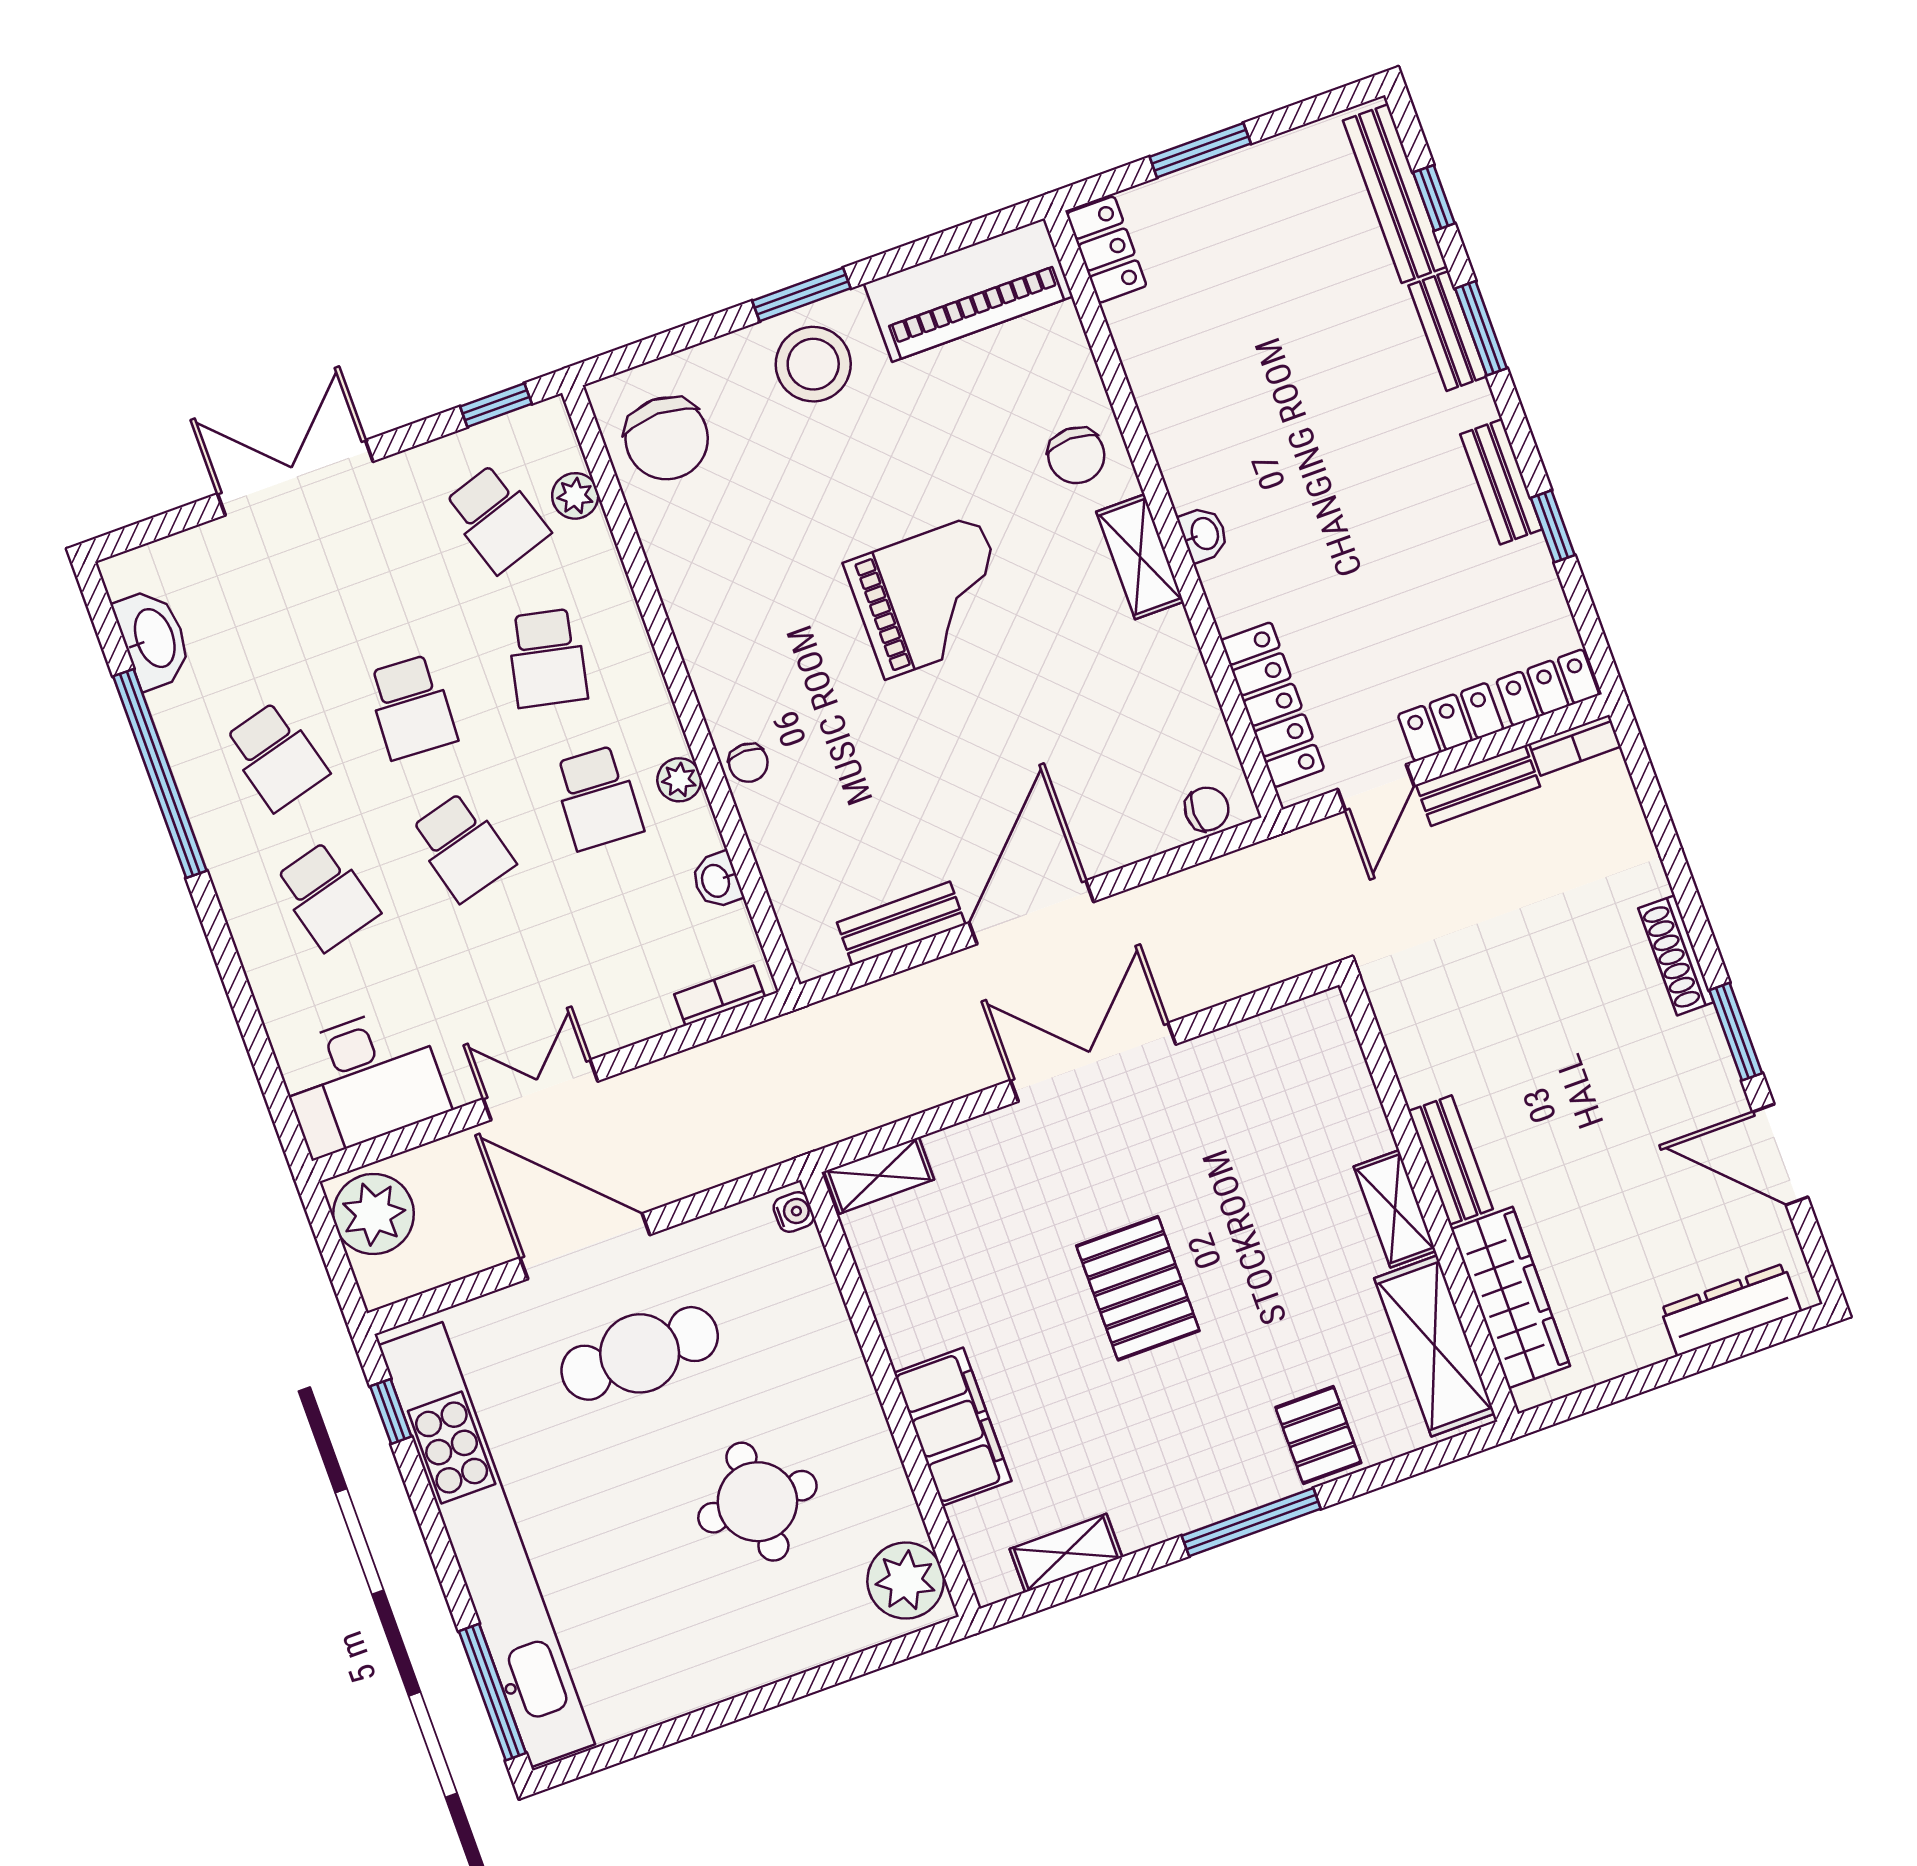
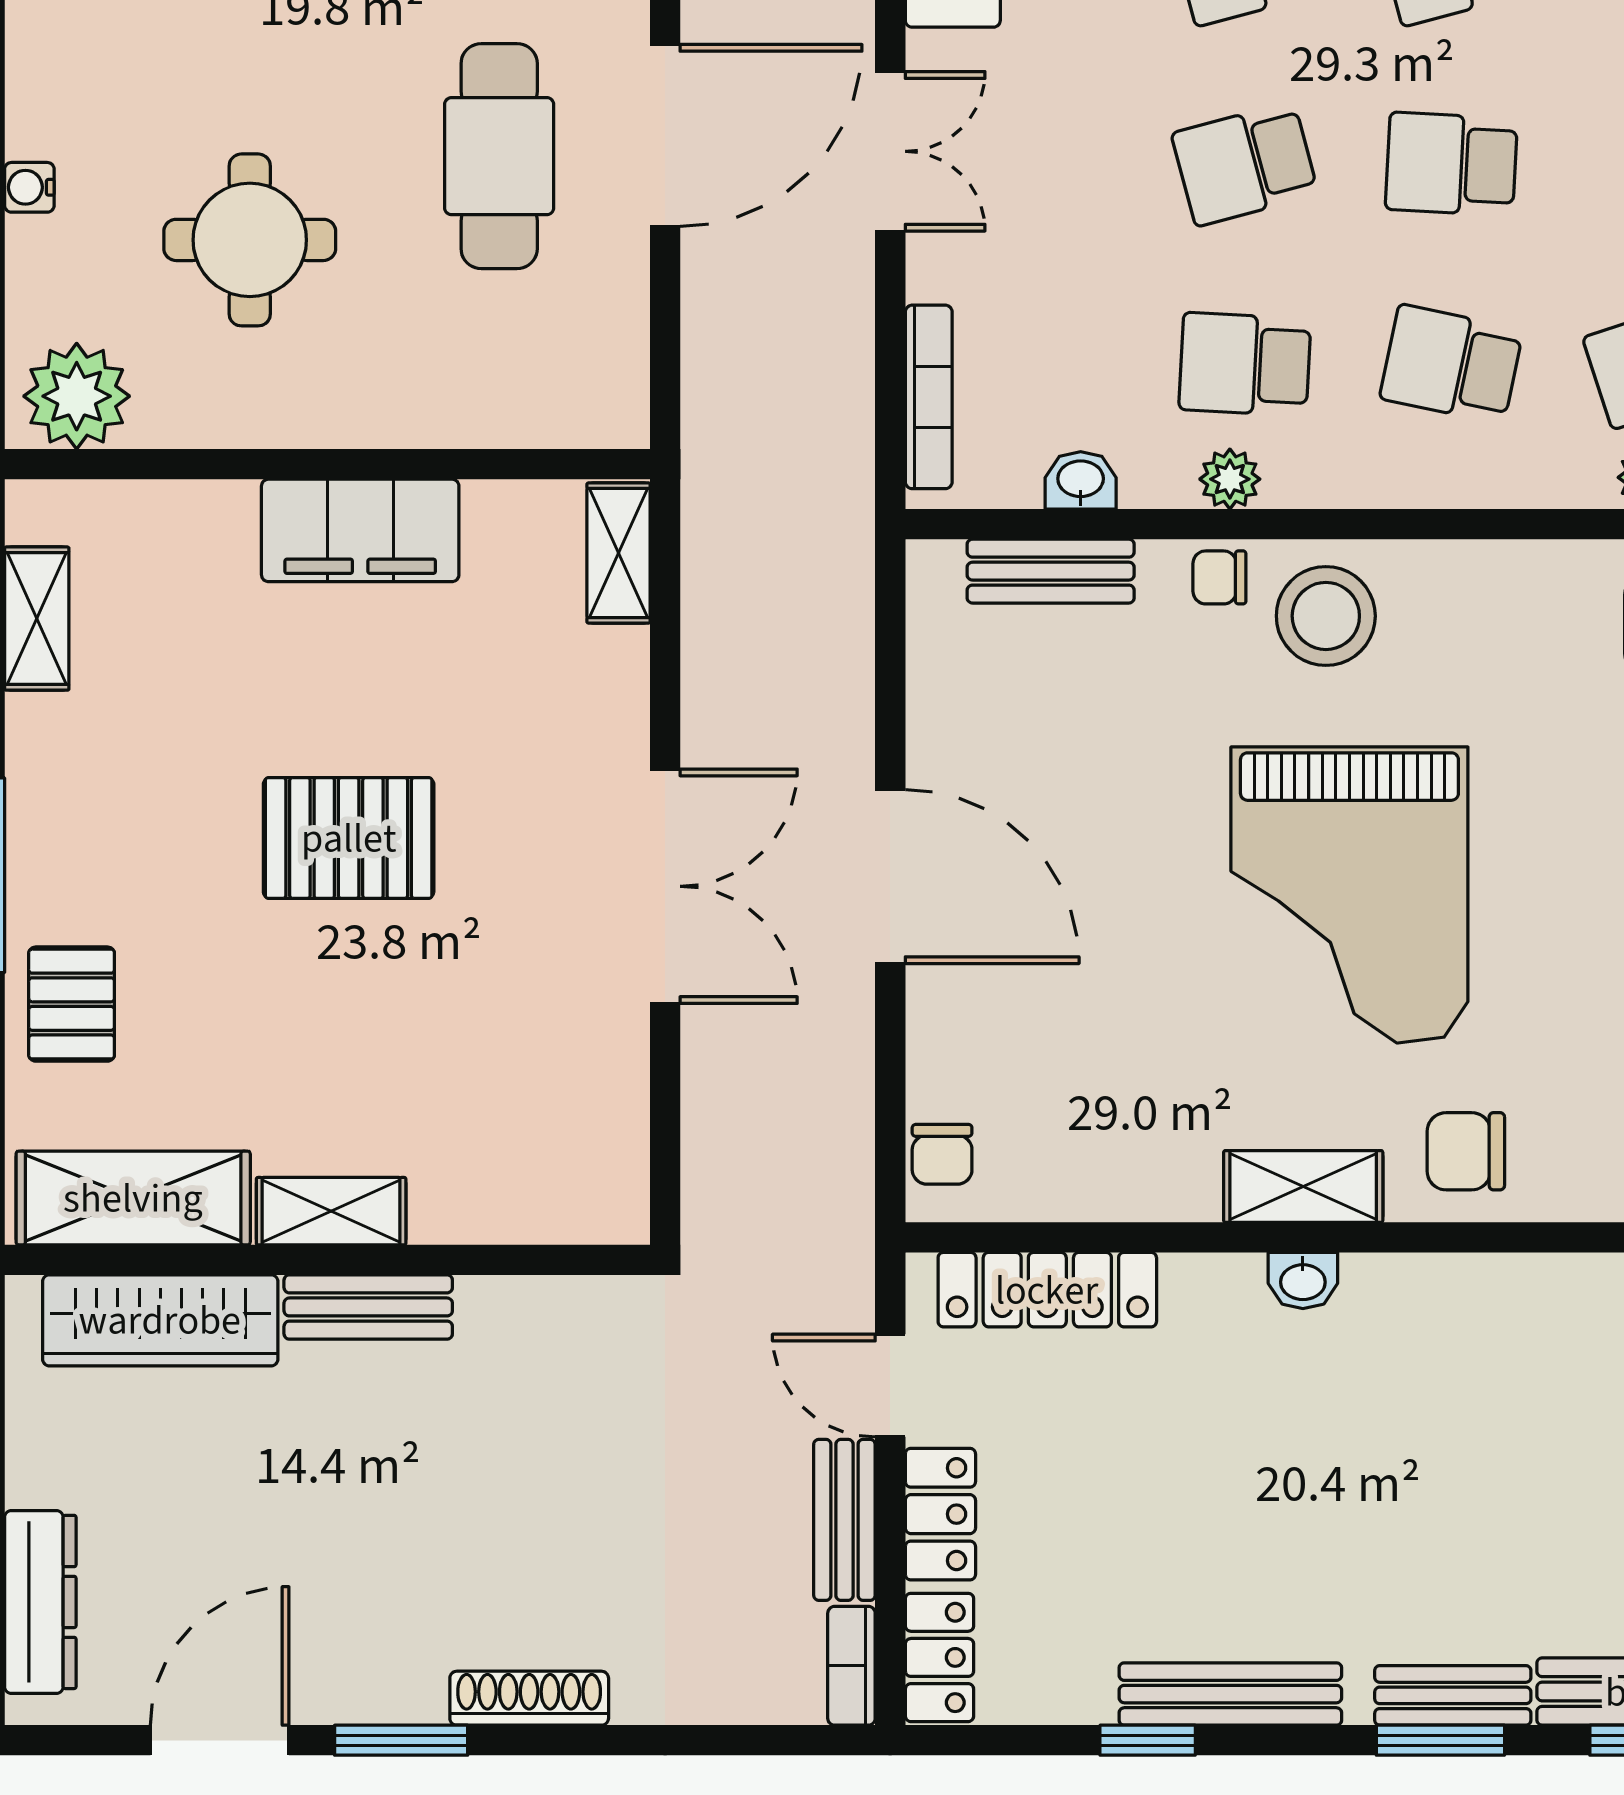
bench: (1501, 482) -> (1230, 1694), width x1.36
grand piano: (931, 597) -> (1349, 895), width x1.37, depth x1.48
stool: (748, 681) -> (1326, 616), added
bench: (901, 923) -> (1051, 571), moved, turned 90
bookcase: (720, 996) -> (929, 397), width x1.56
water cooler: (794, 1212) -> (29, 187), moved, turned 90
filing cabinet: (953, 1427) -> (360, 530), moved
pallet: (1318, 1435) -> (72, 1004), turned 90

